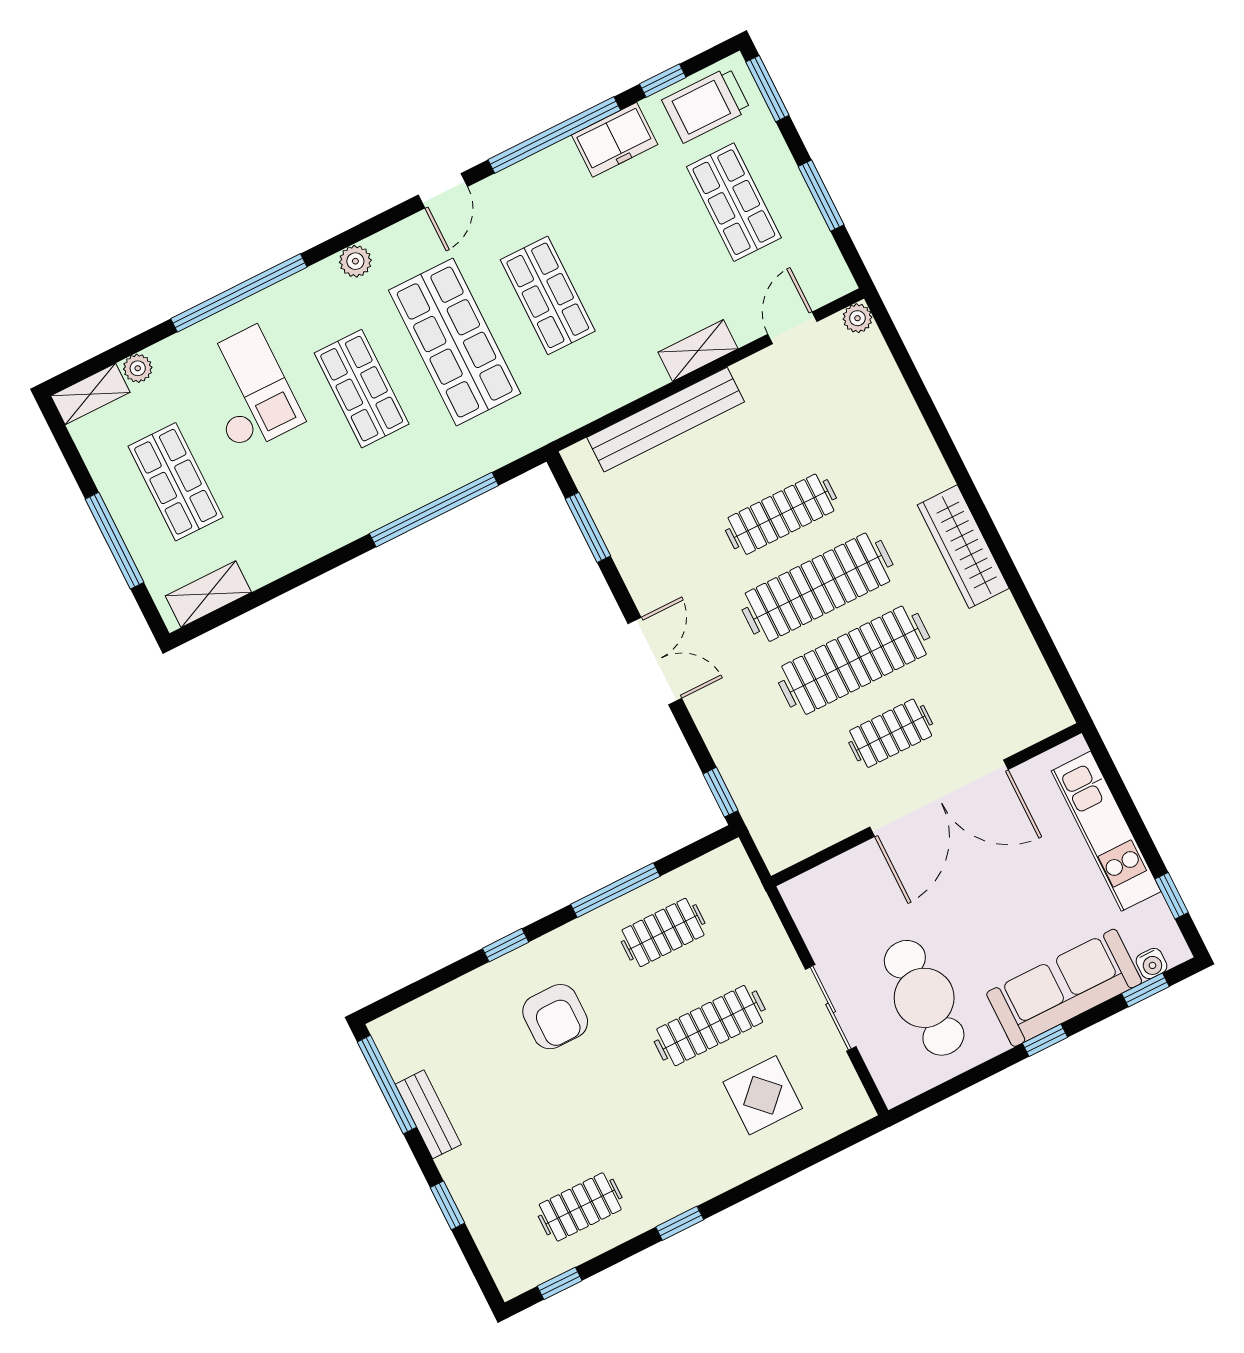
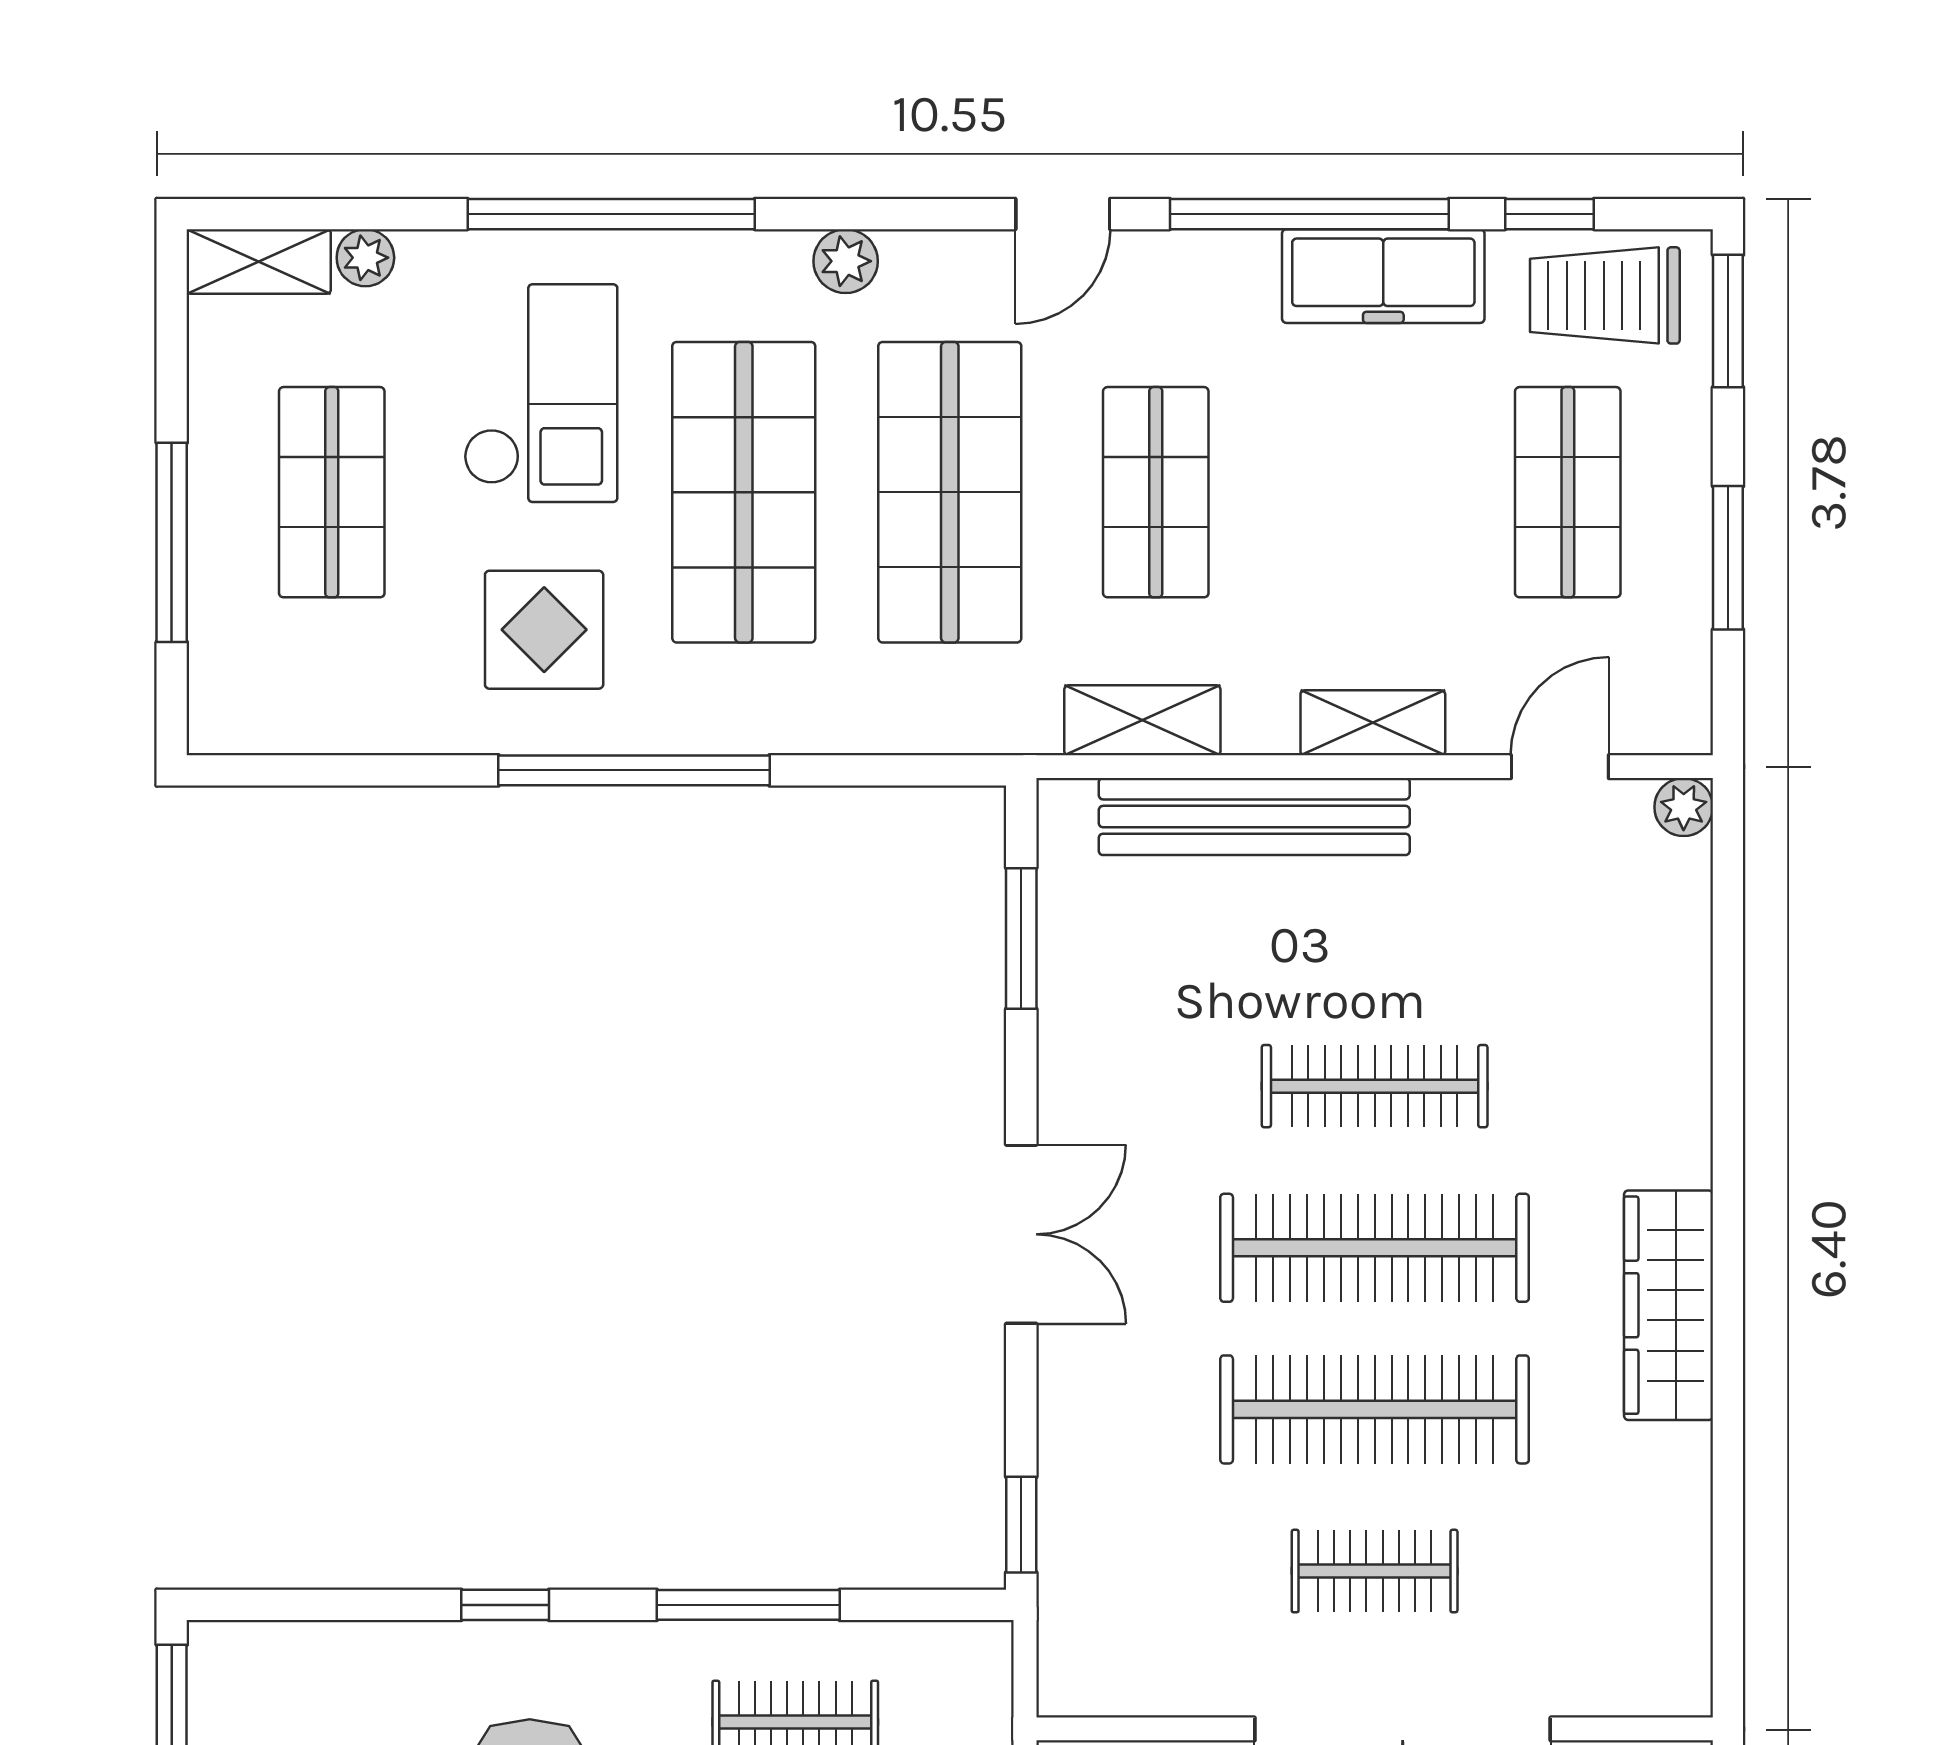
freezer: (615, 140) -> (1383, 276), width x1.40
shop shelf: (362, 389) -> (744, 492), width x1.43, depth x1.36
display table: (303, 496) -> (544, 630), added
window: (434, 510) -> (634, 770), moved
shelving: (208, 594) -> (1142, 720), moved

